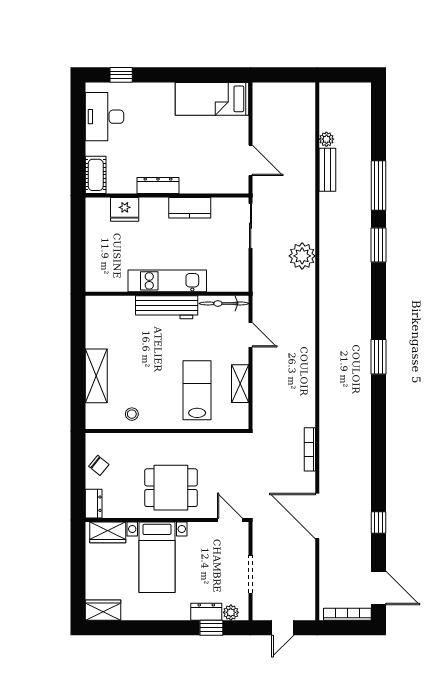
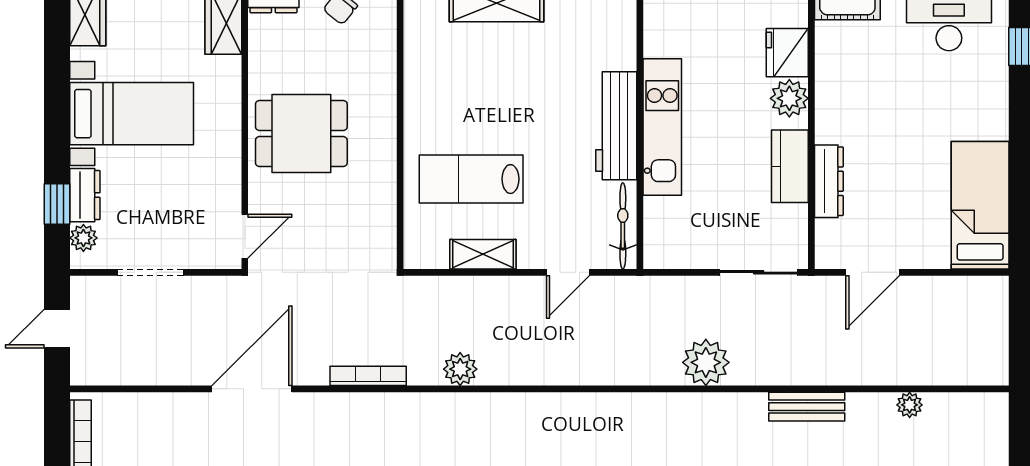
bench: (327, 170) -> (807, 407), moved
dresser: (158, 185) -> (829, 181), moved
plant: (151, 208) -> (789, 98), added
lab bench: (197, 390) -> (471, 179), turned 180
plant: (306, 397) -> (460, 369), added
stool: (132, 414) -> (430, 65), removed
dining table: (171, 488) -> (301, 134), turned 90
bed with nightstands: (157, 557) -> (132, 114), moved, turned 180
door: (283, 628) -> (57, 329), hinge flipped

